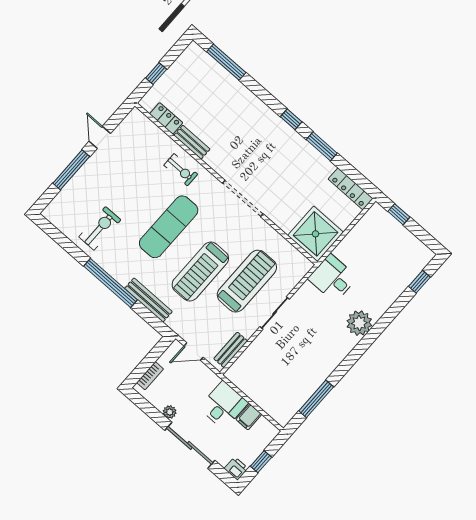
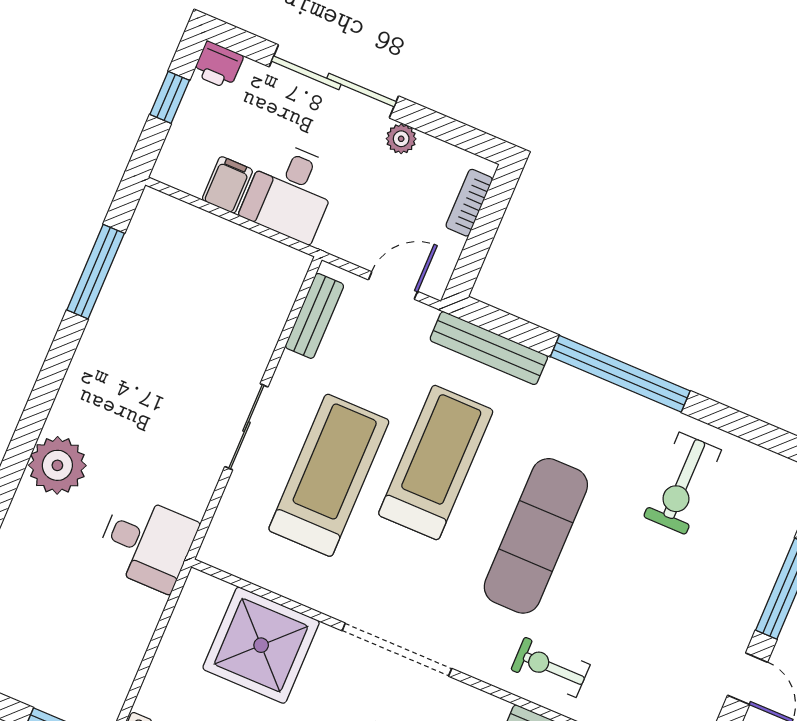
shower: (316, 234) -> (261, 645), moved
treadmill: (247, 281) -> (329, 475), turned 180
bench: (148, 300) -> (489, 348), moved

